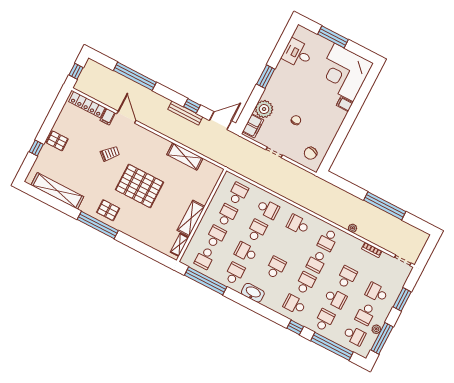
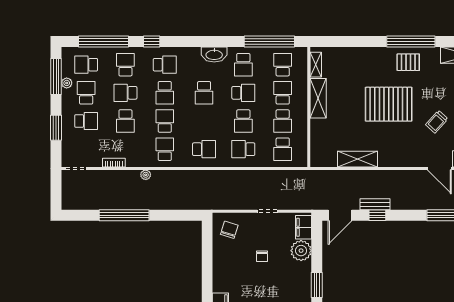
bench: (185, 113) -> (375, 204), width x0.73
school desk: (216, 236) -> (283, 93), turned 180
school desk: (324, 320) -> (125, 65), turned 180

